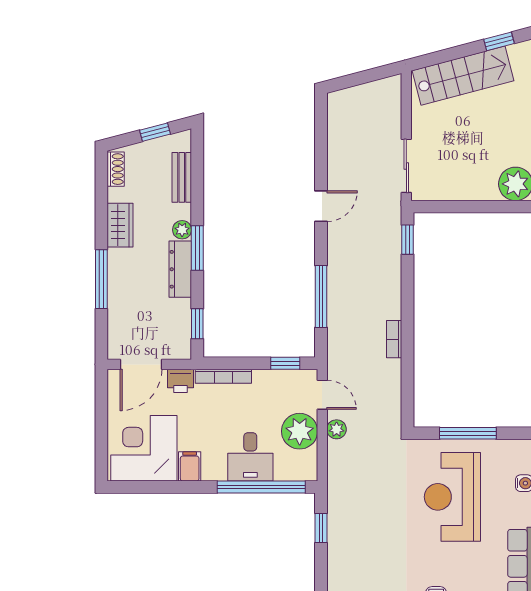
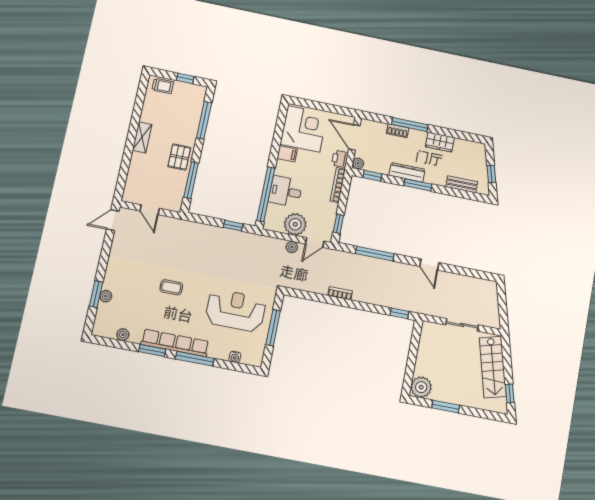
sliding door: (406, 166) -> (462, 325), moved
shoe rack: (116, 169) -> (398, 131), moved
plant: (182, 230) -> (358, 163), moved

